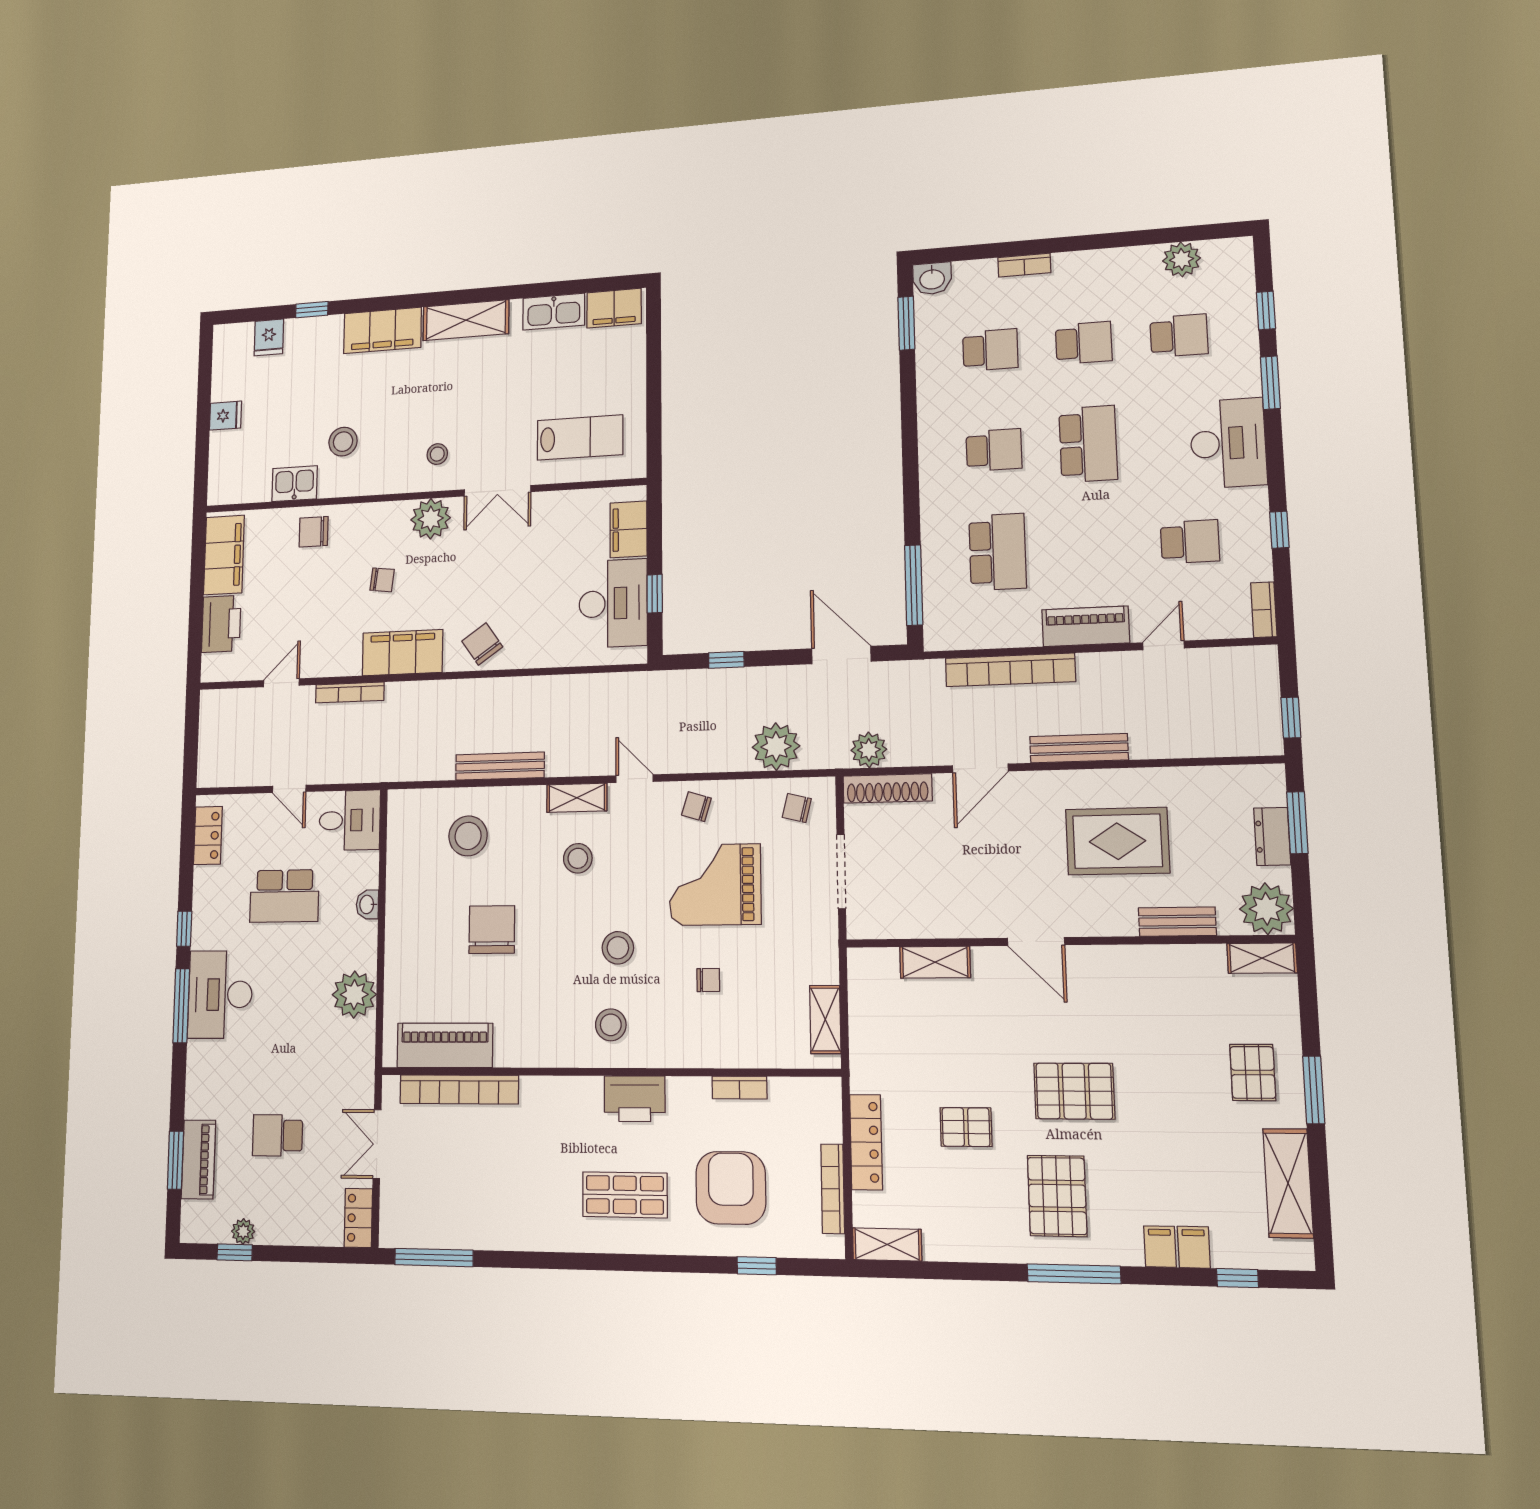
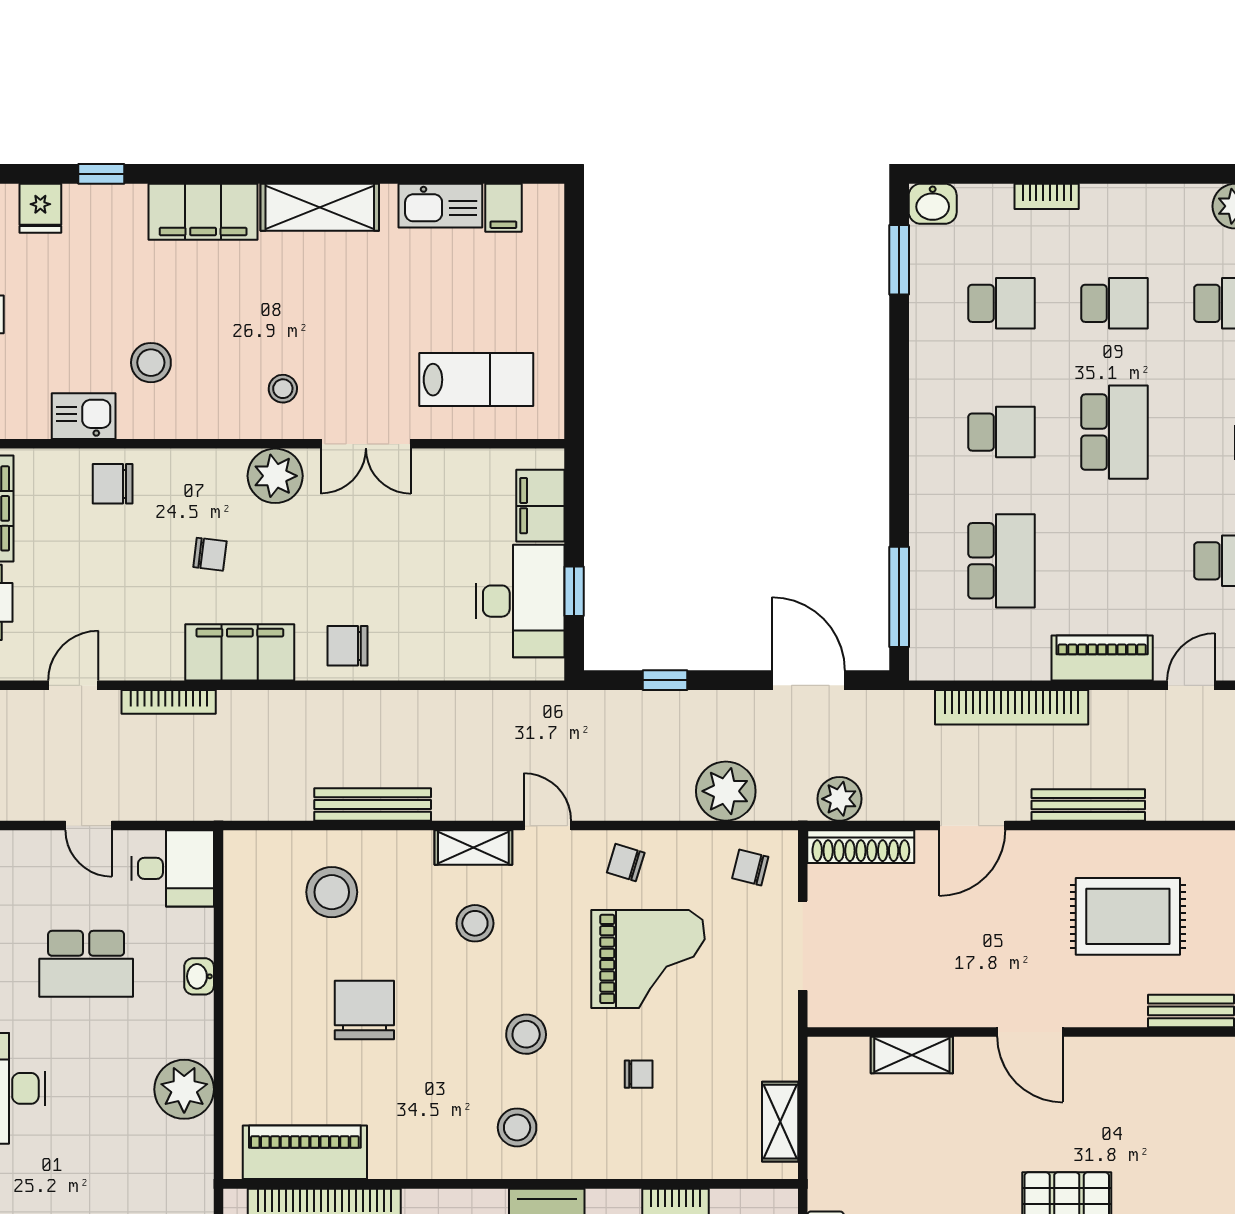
filing cabinet: (614, 308) -> (503, 208), width x0.50
chair: (482, 644) -> (347, 646), turned -55
grand piano: (715, 885) -> (648, 959), turned 180

